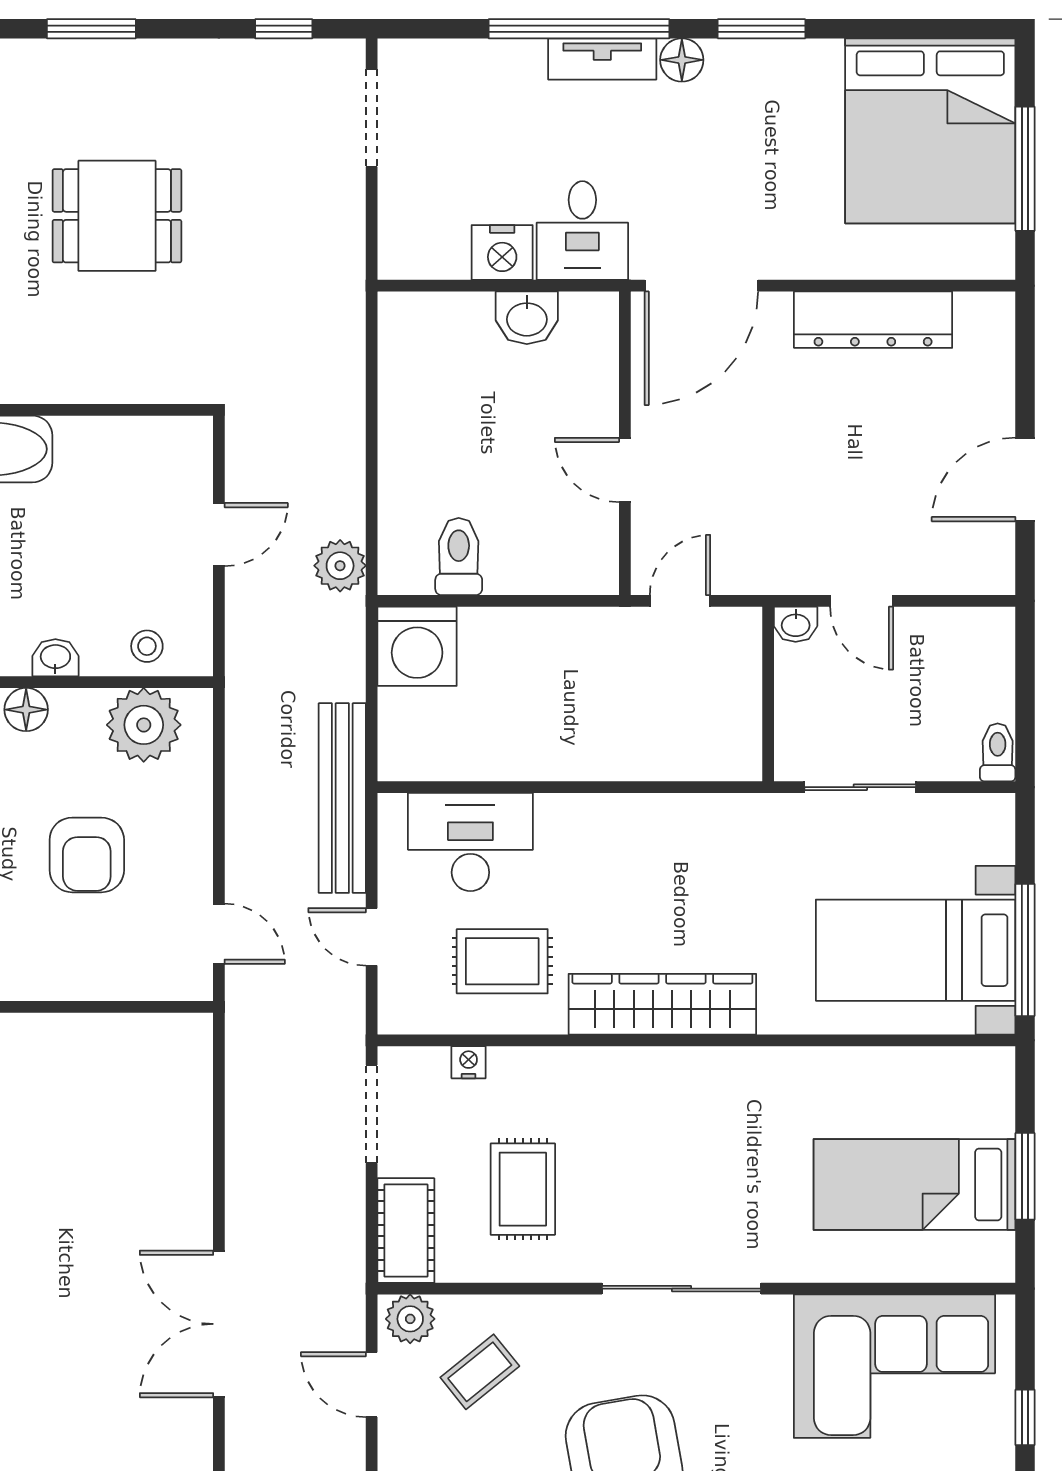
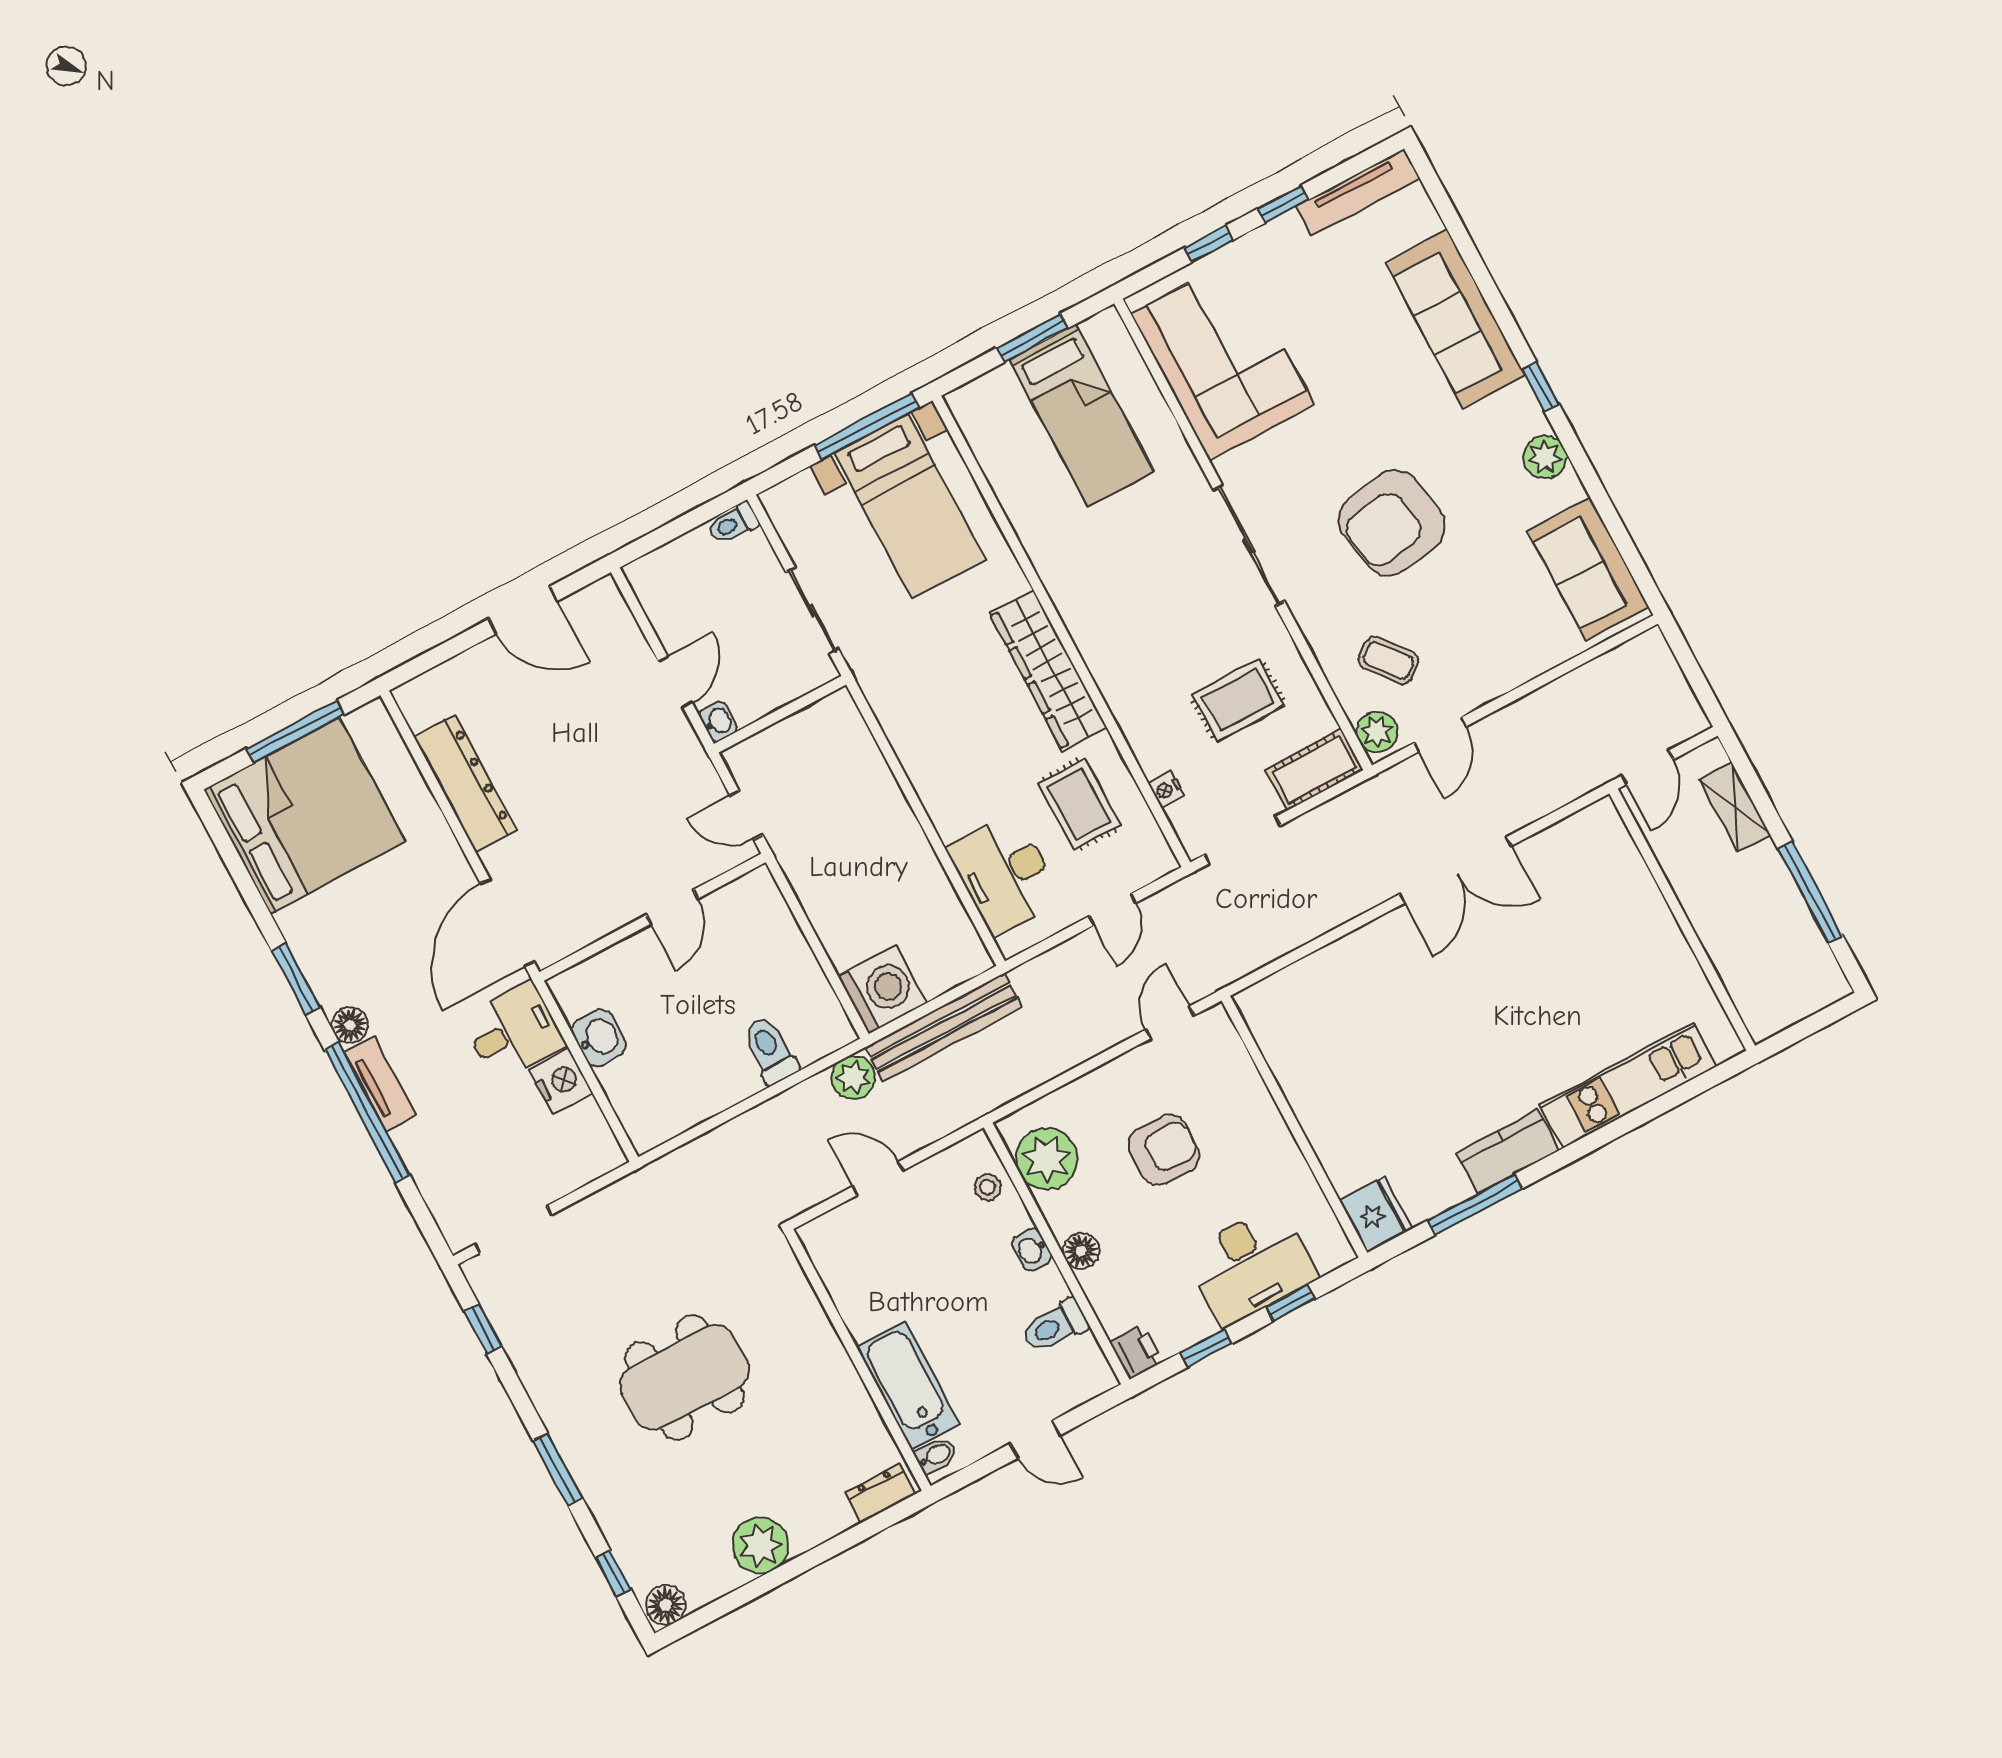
dining table: (117, 216) -> (684, 1377), width x1.38
door: (701, 286) -> (507, 923), swing flipped
toilet: (459, 557) -> (770, 1051), moved, turned 90
bench: (342, 798) -> (944, 1027), moved

